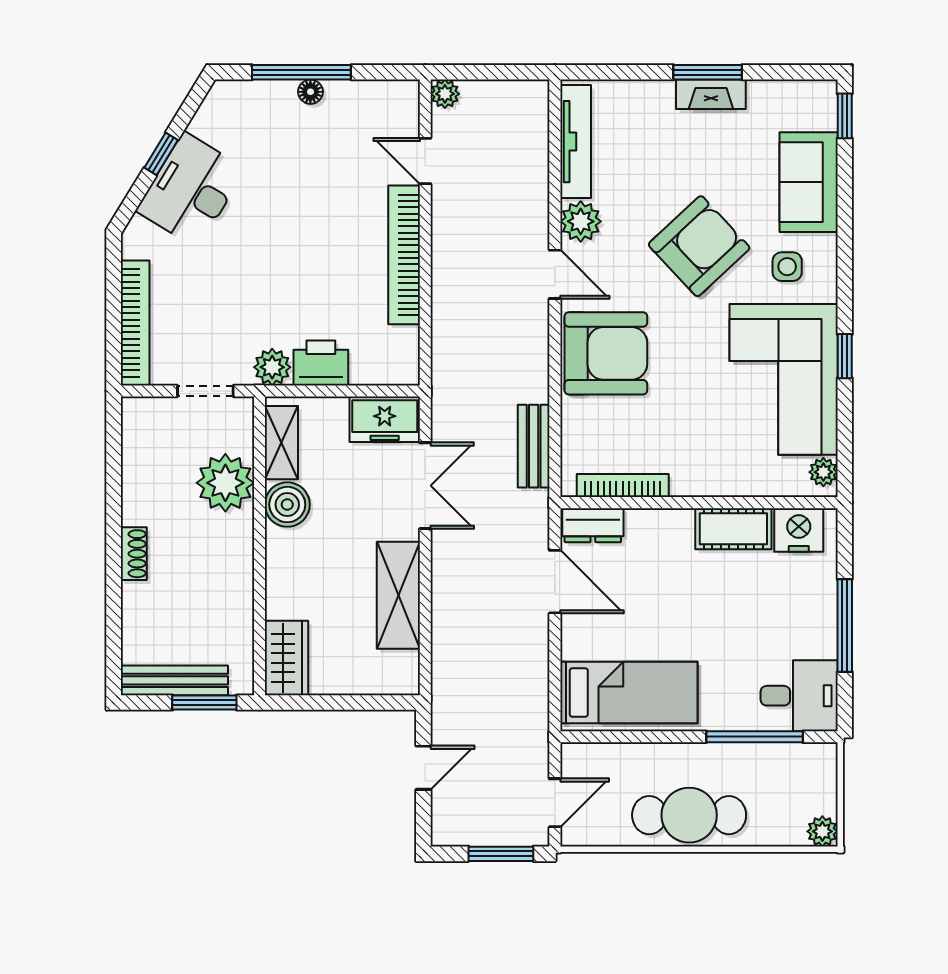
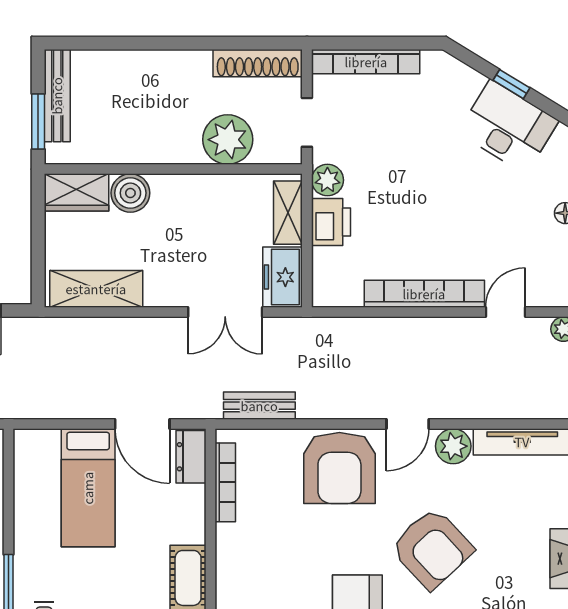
desk: (191, 190) -> (508, 127), moved
shelving: (281, 443) -> (288, 213), moved, turned 90
boiler: (287, 505) -> (130, 193), moved
shoe rack: (134, 554) -> (258, 63), moved, width x1.94, depth x1.24
door: (555, 582) -> (142, 424), hinge flipped
shelving: (398, 595) -> (96, 289), moved
bed: (629, 692) -> (88, 488), moved

